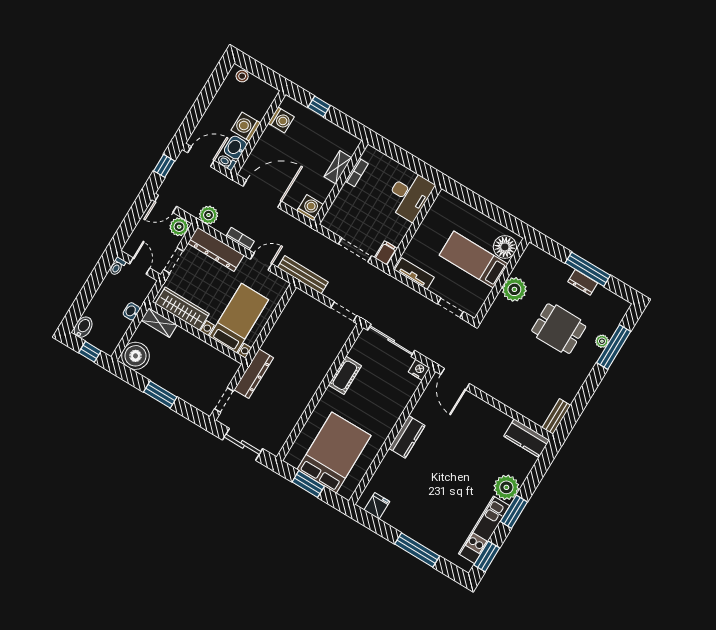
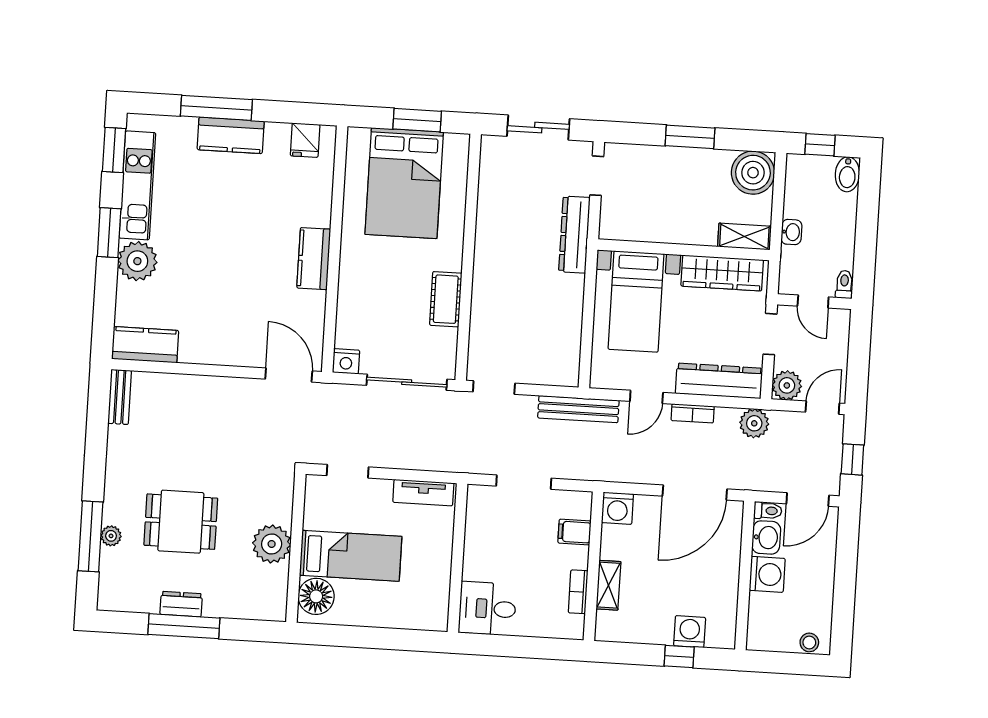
washing machine: (281, 120) -> (690, 632), moved, turned 90
desk: (409, 195) -> (487, 609), width x0.73
filing cabinet: (386, 253) -> (574, 532), moved, turned 90
kitchen counter: (417, 530) -> (231, 135), added

